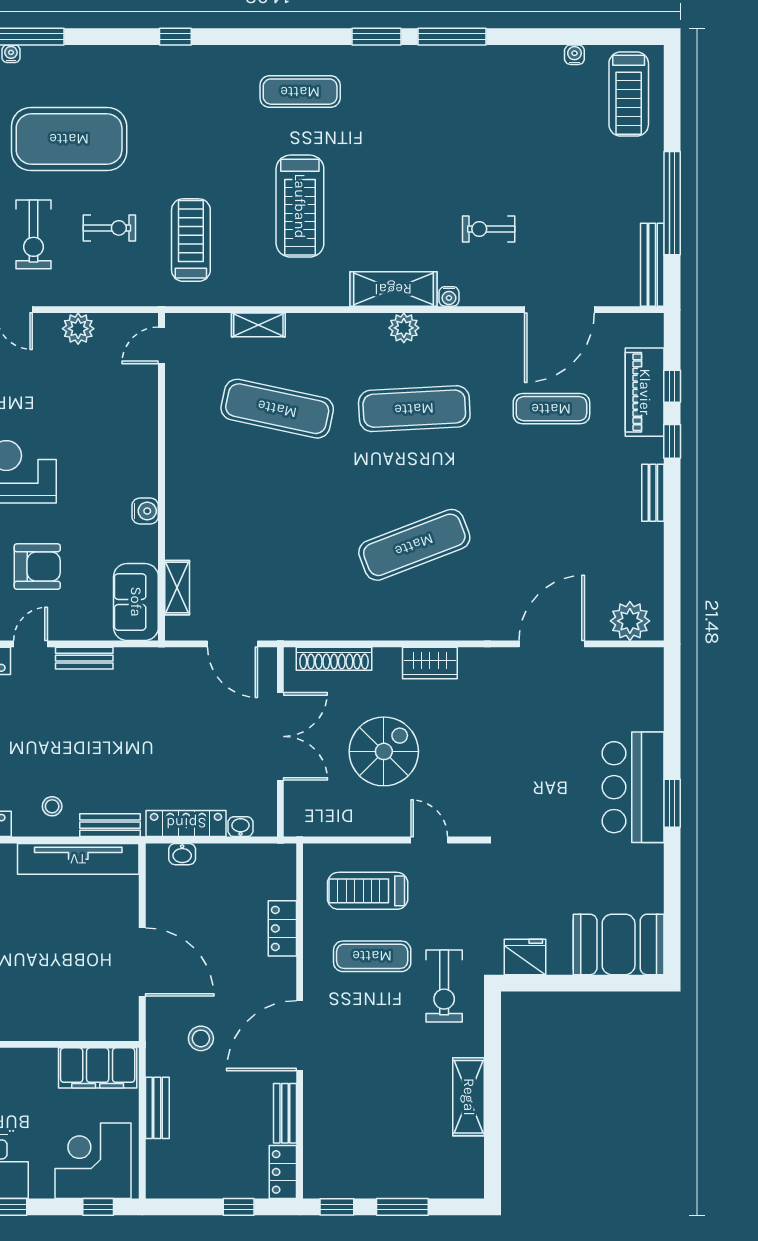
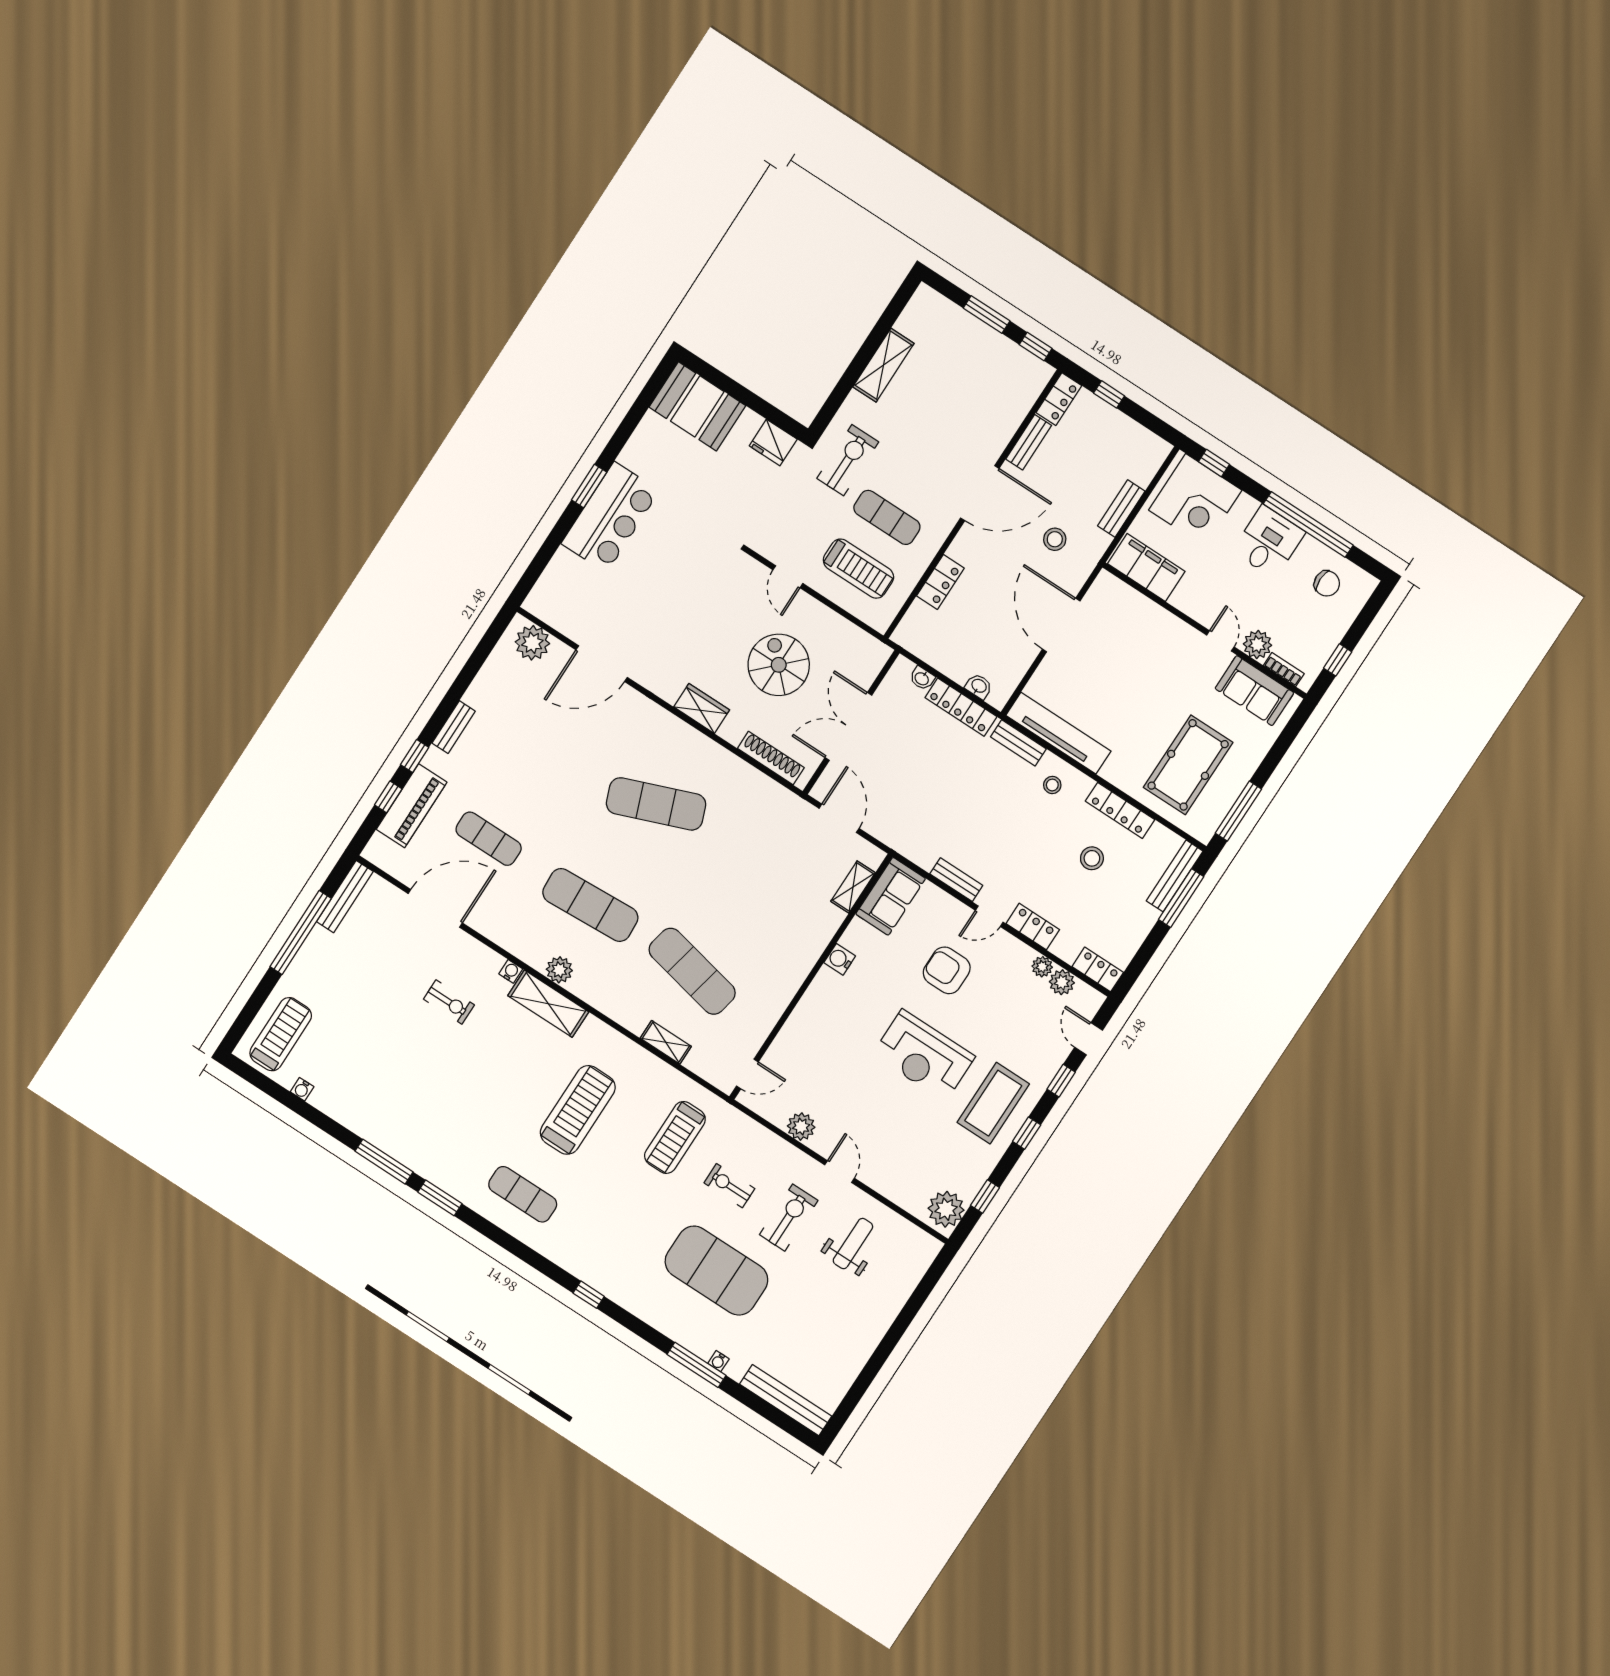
spiral stairs: (384, 751) -> (779, 665), turned 90

